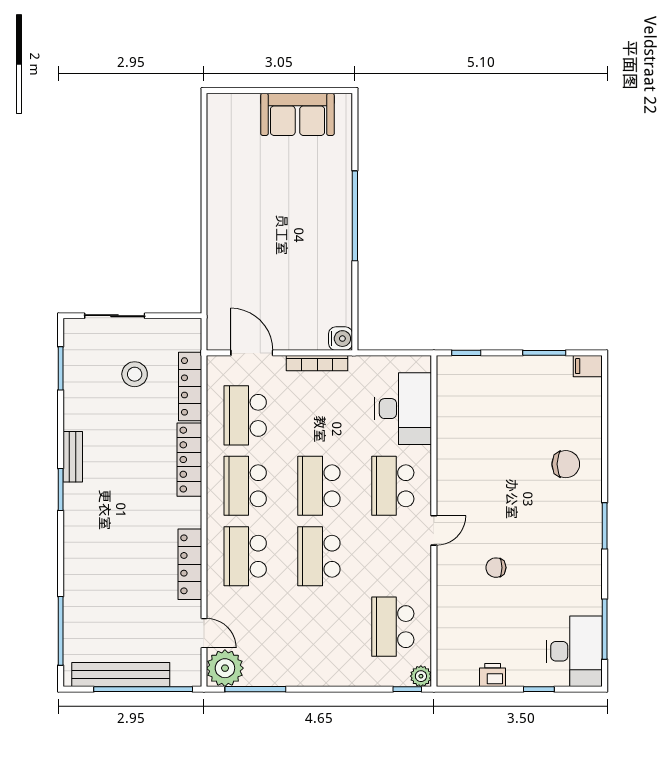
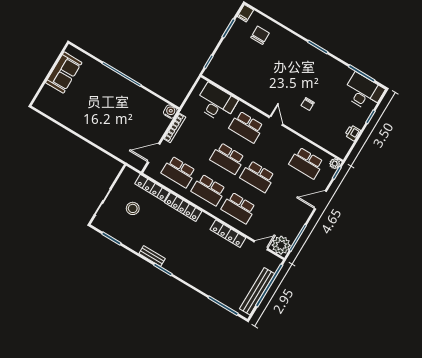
chair: (566, 464) -> (260, 35), moved
door: (344, 689) -> (320, 200), added

